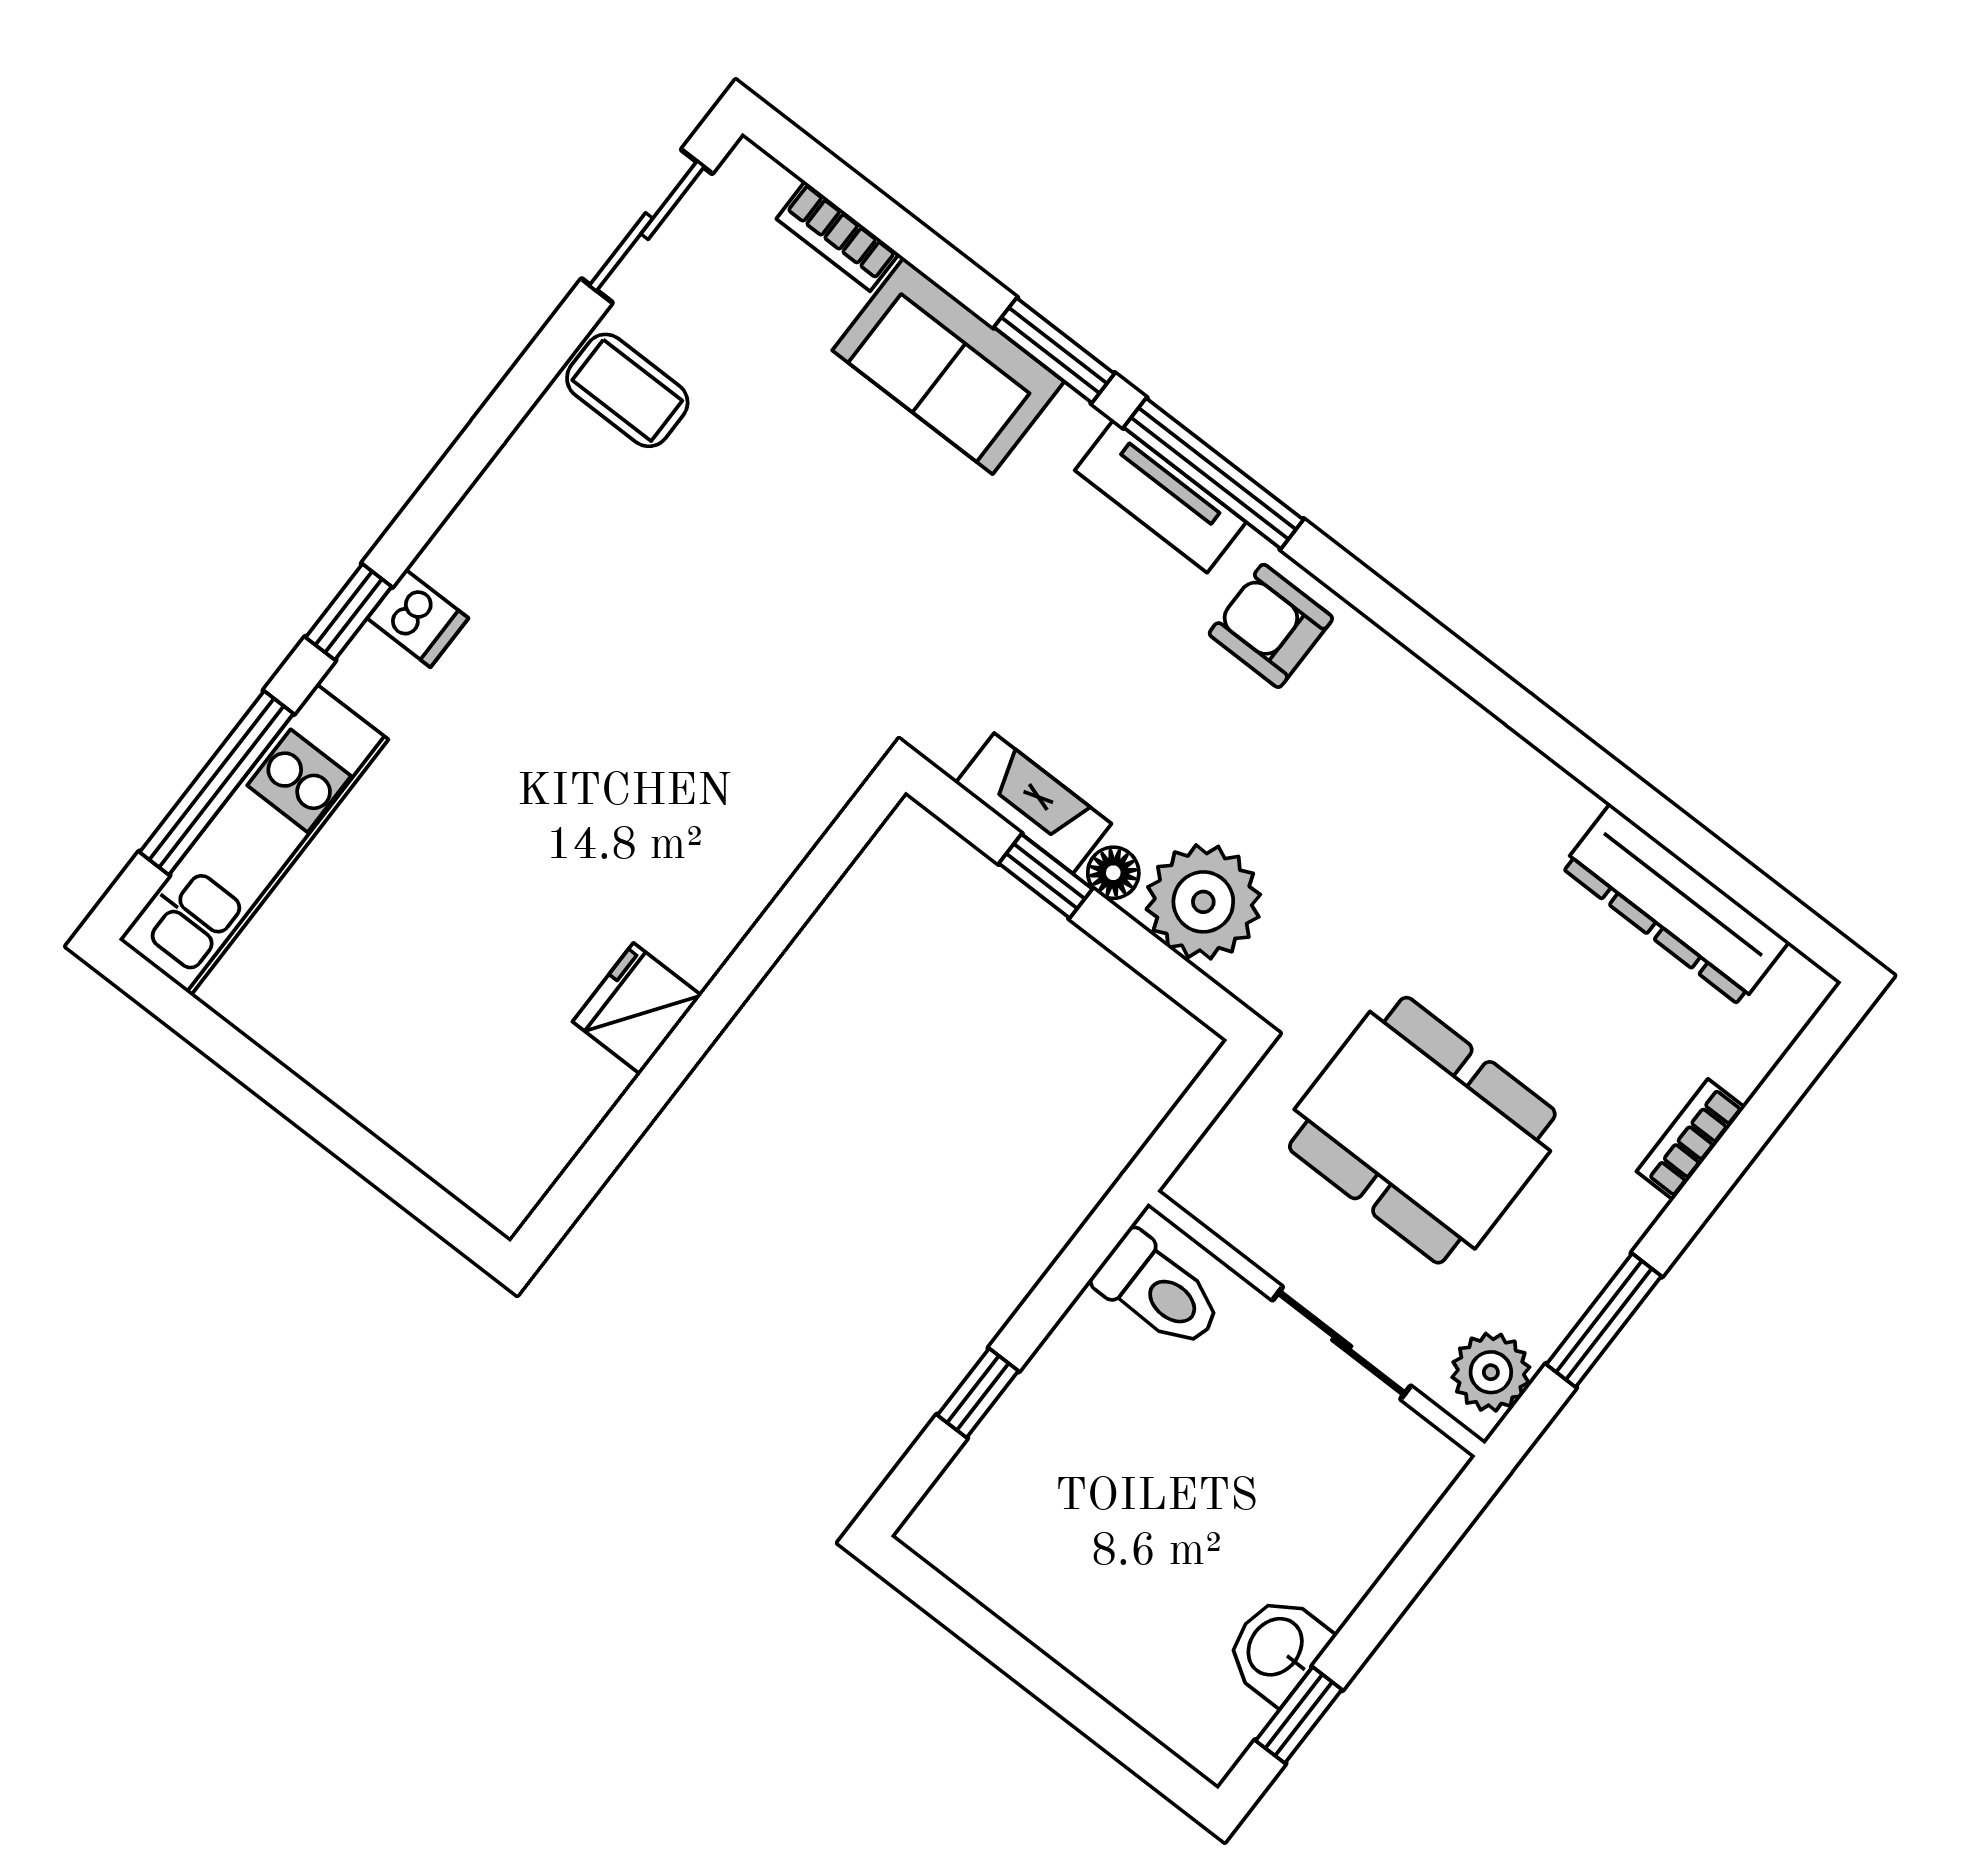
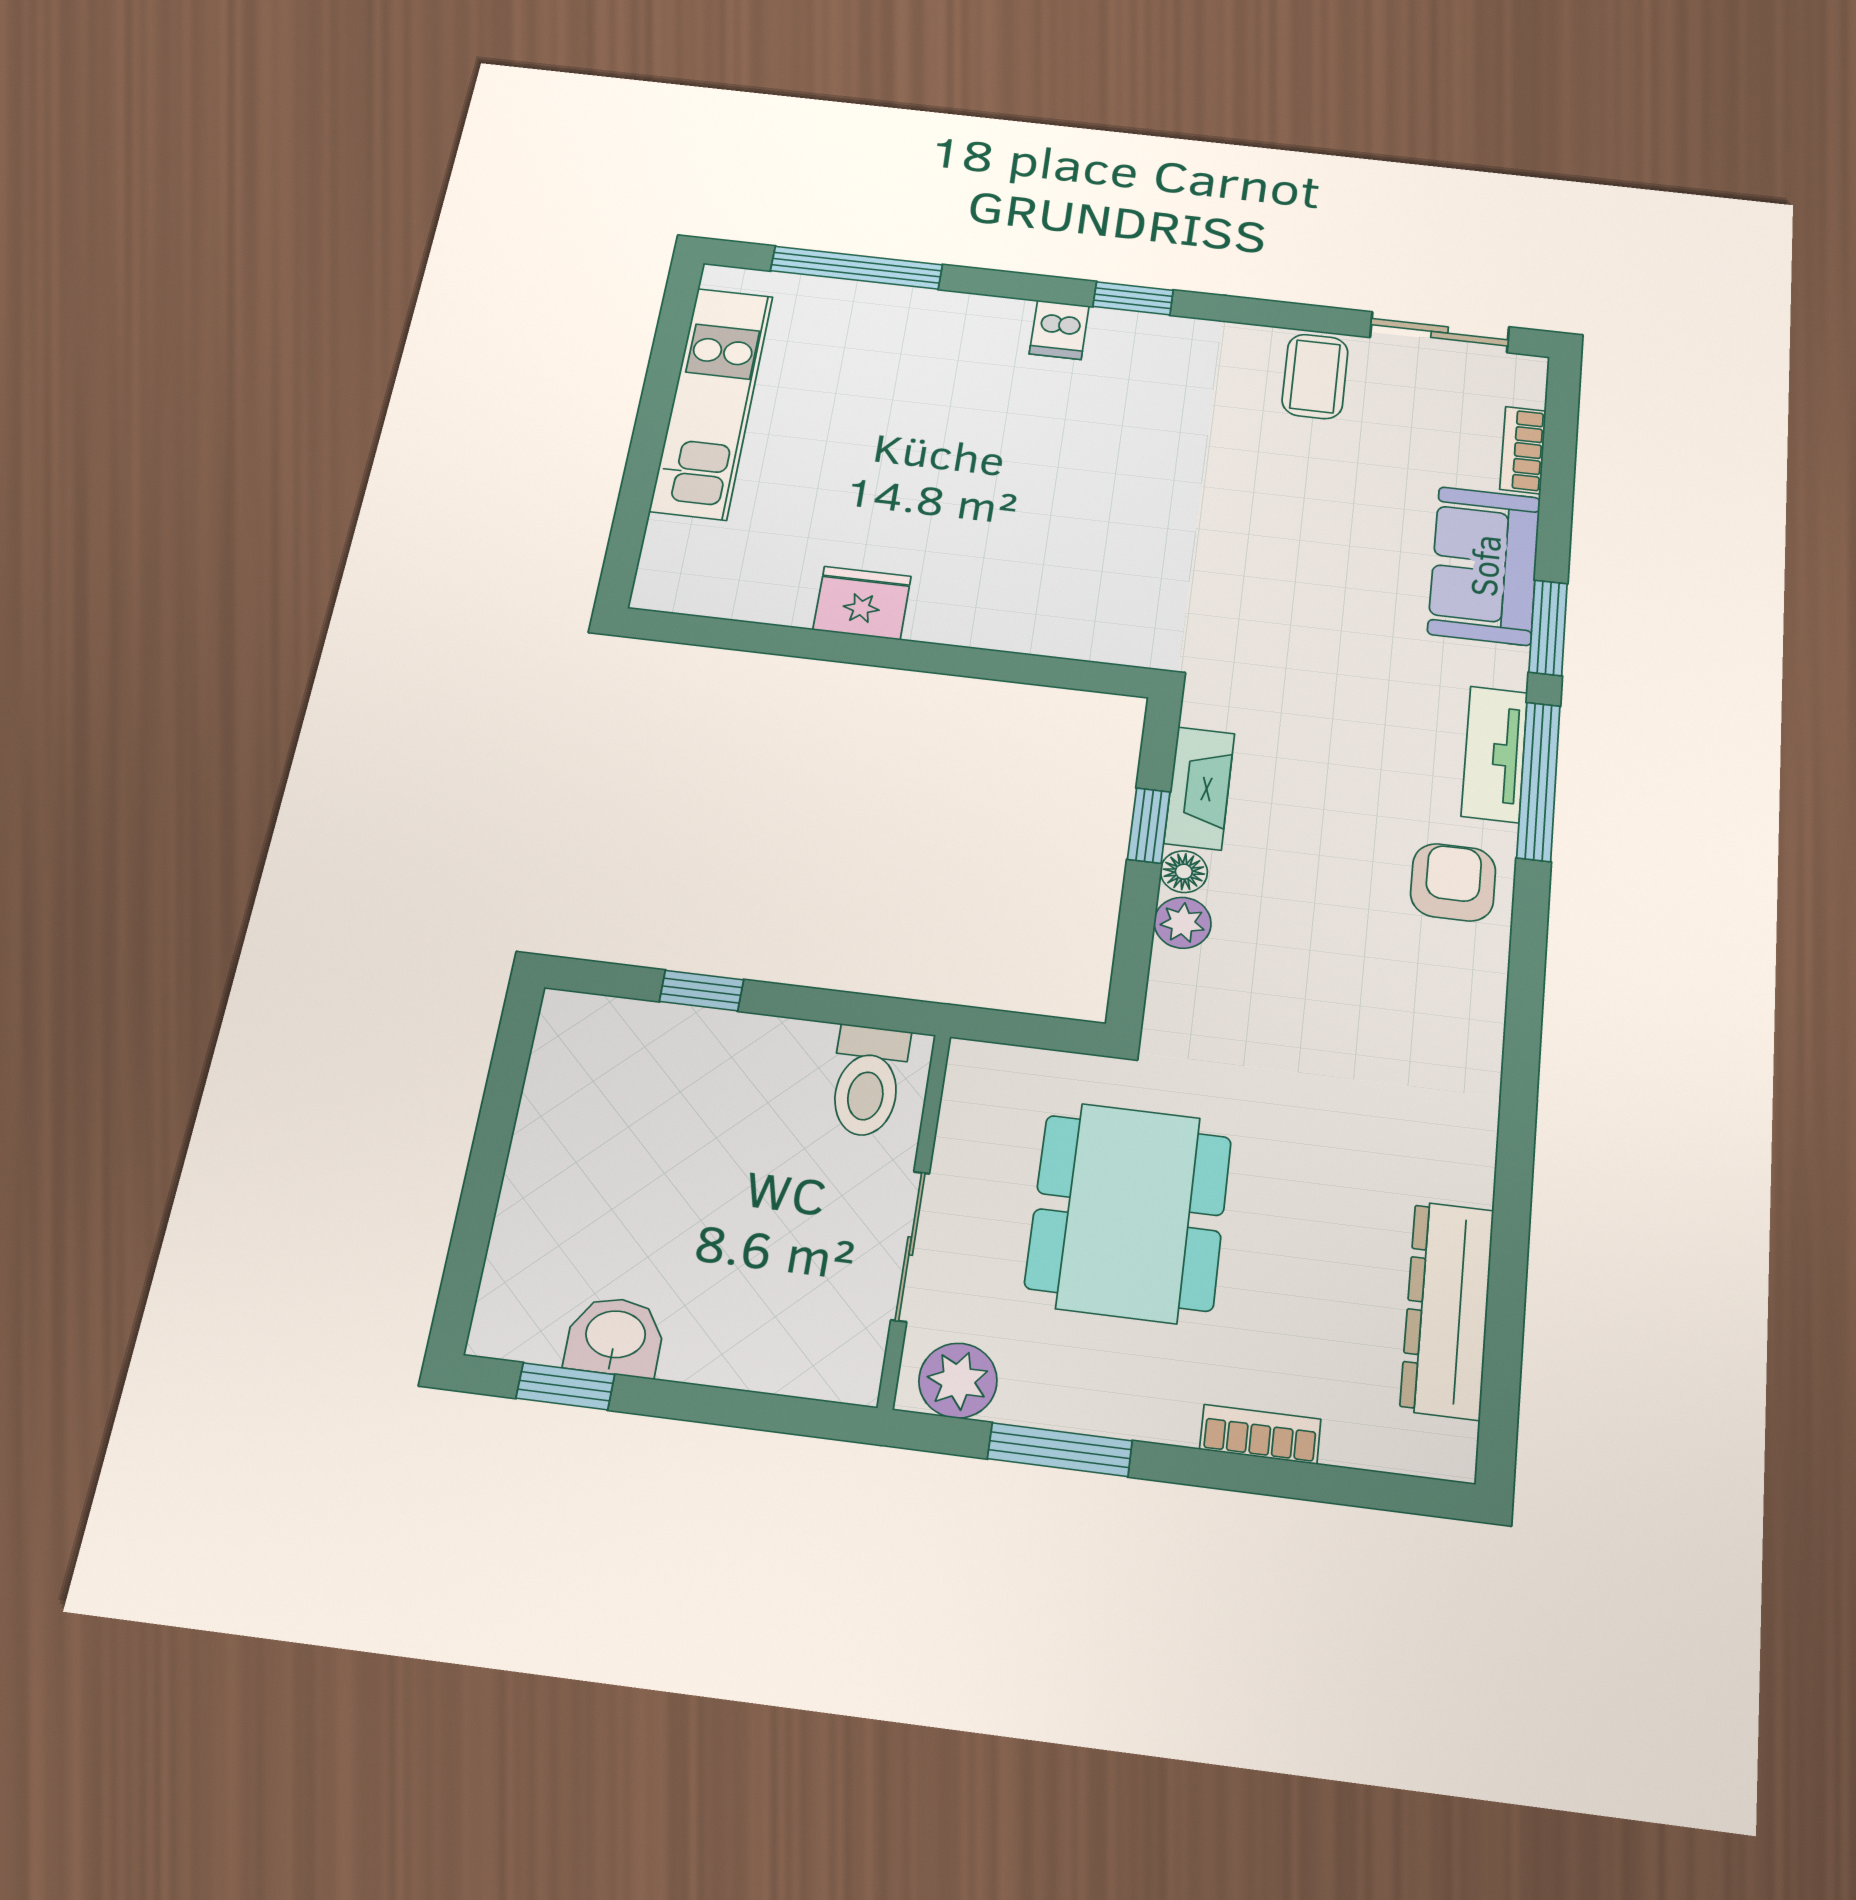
window: (349, 612) -> (1133, 298), moved
kitchen unit: (254, 840) -> (712, 402), moved, turned -90
plant: (1203, 902) -> (1183, 923), width x0.53, depth x0.53

